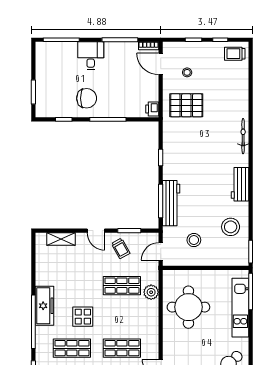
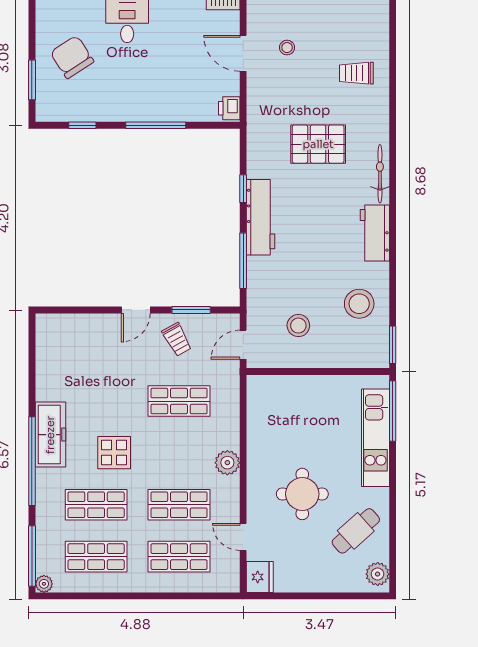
trolley: (235, 54) -> (356, 73), moved
door: (161, 64) -> (243, 53), moved
chair: (87, 98) -> (72, 57), moved, turned -123
pallet: (186, 105) -> (318, 144), moved
bicycle: (243, 136) -> (380, 174), moved
workbench: (171, 203) -> (261, 217), moved
door: (96, 231) -> (136, 310), hinge flipped
shelving: (61, 239) -> (78, 324), removed
plant: (151, 292) -> (227, 463), moved
round table: (188, 307) -> (302, 494), moved, width x0.73, depth x0.73

